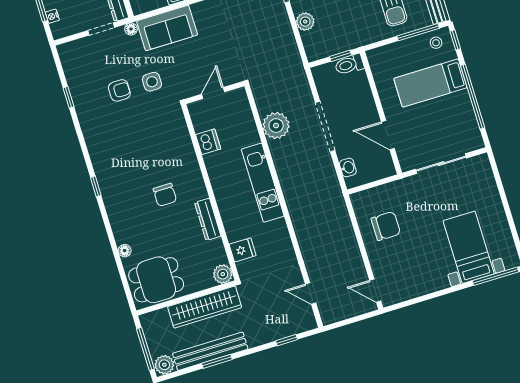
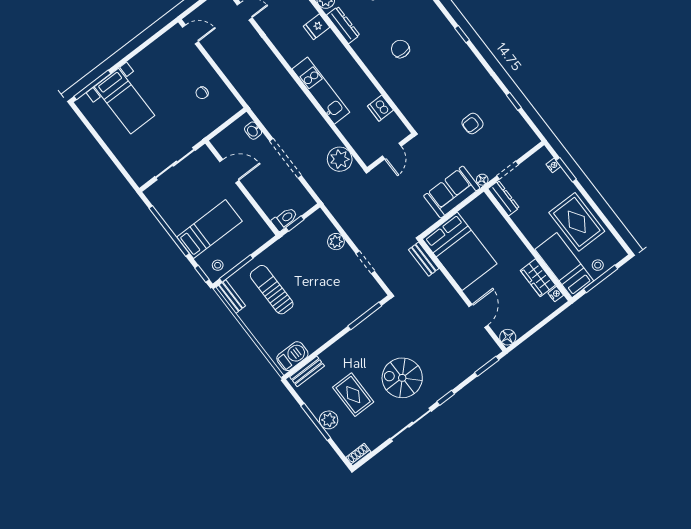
side table: (152, 82) -> (448, 141), removed
plant: (276, 126) -> (340, 159), moved
dresser: (208, 219) -> (343, 25), moved
chair: (386, 226) -> (202, 93), width x0.54, depth x0.54

